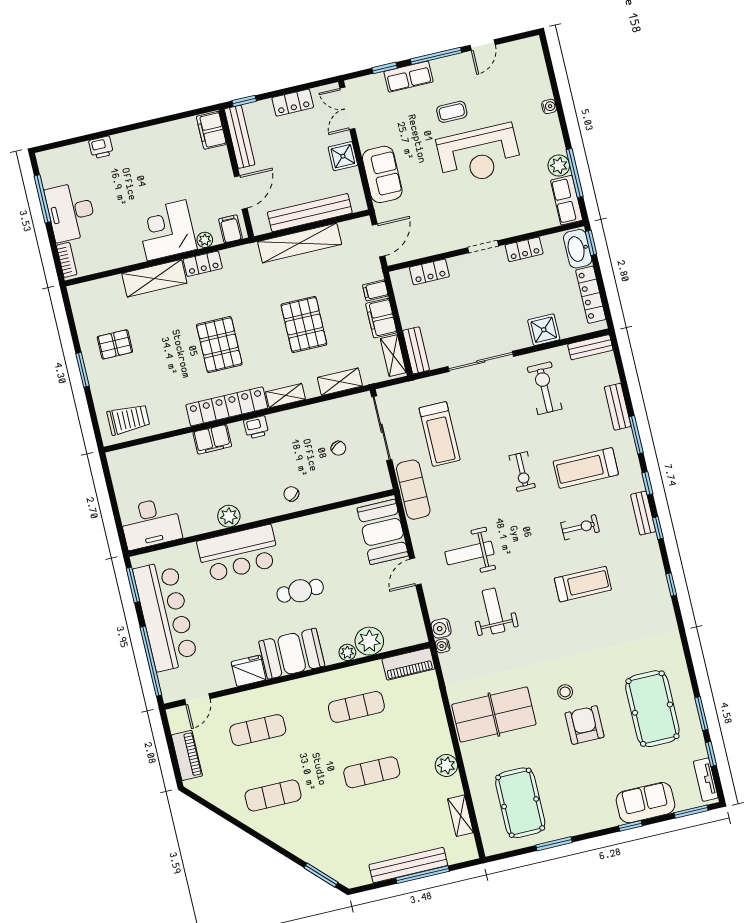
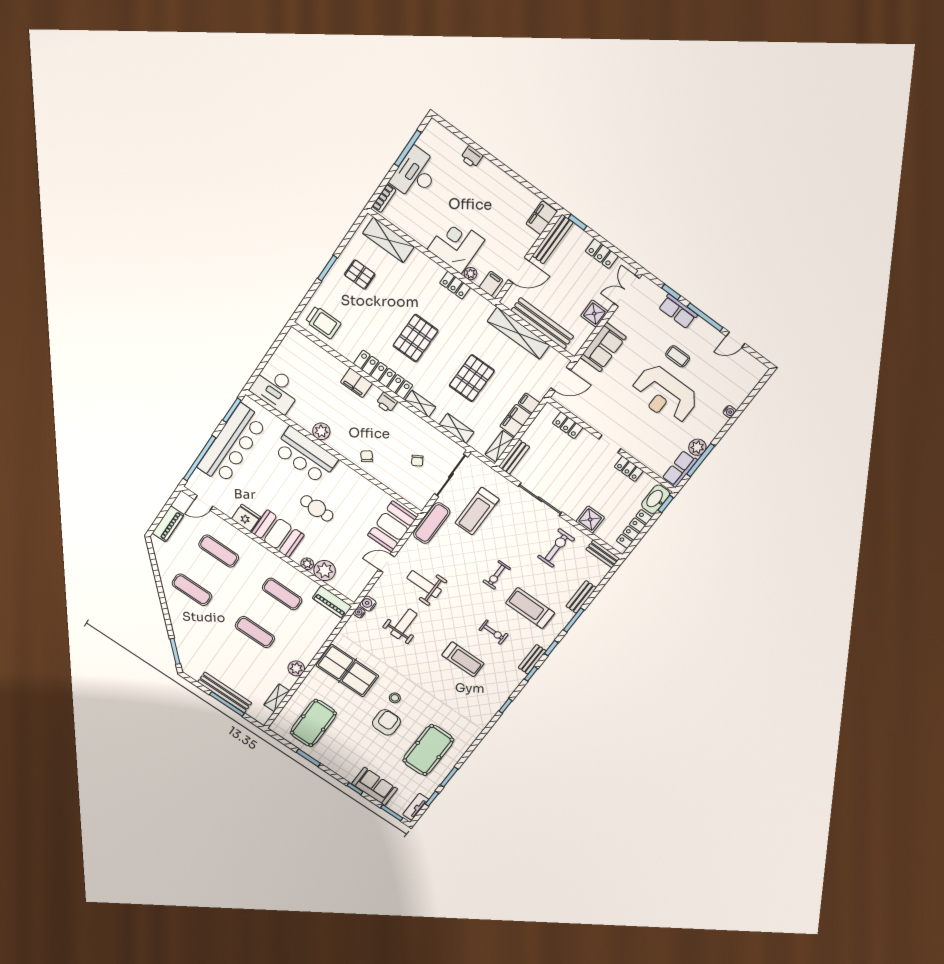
shelving: (154, 278) -> (388, 240), moved

